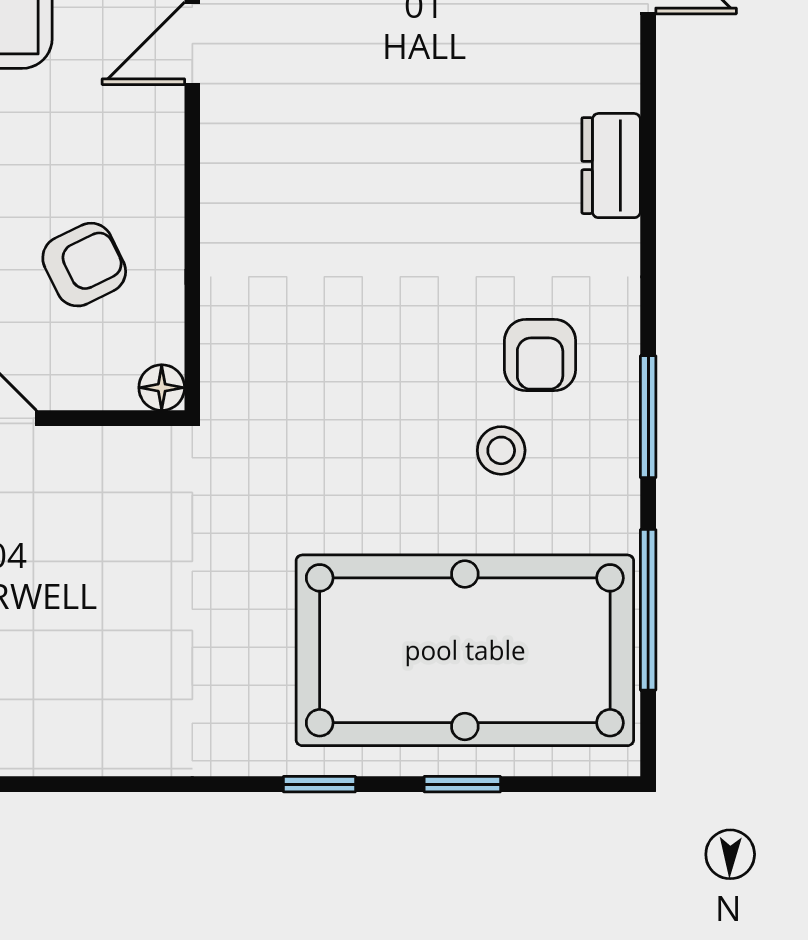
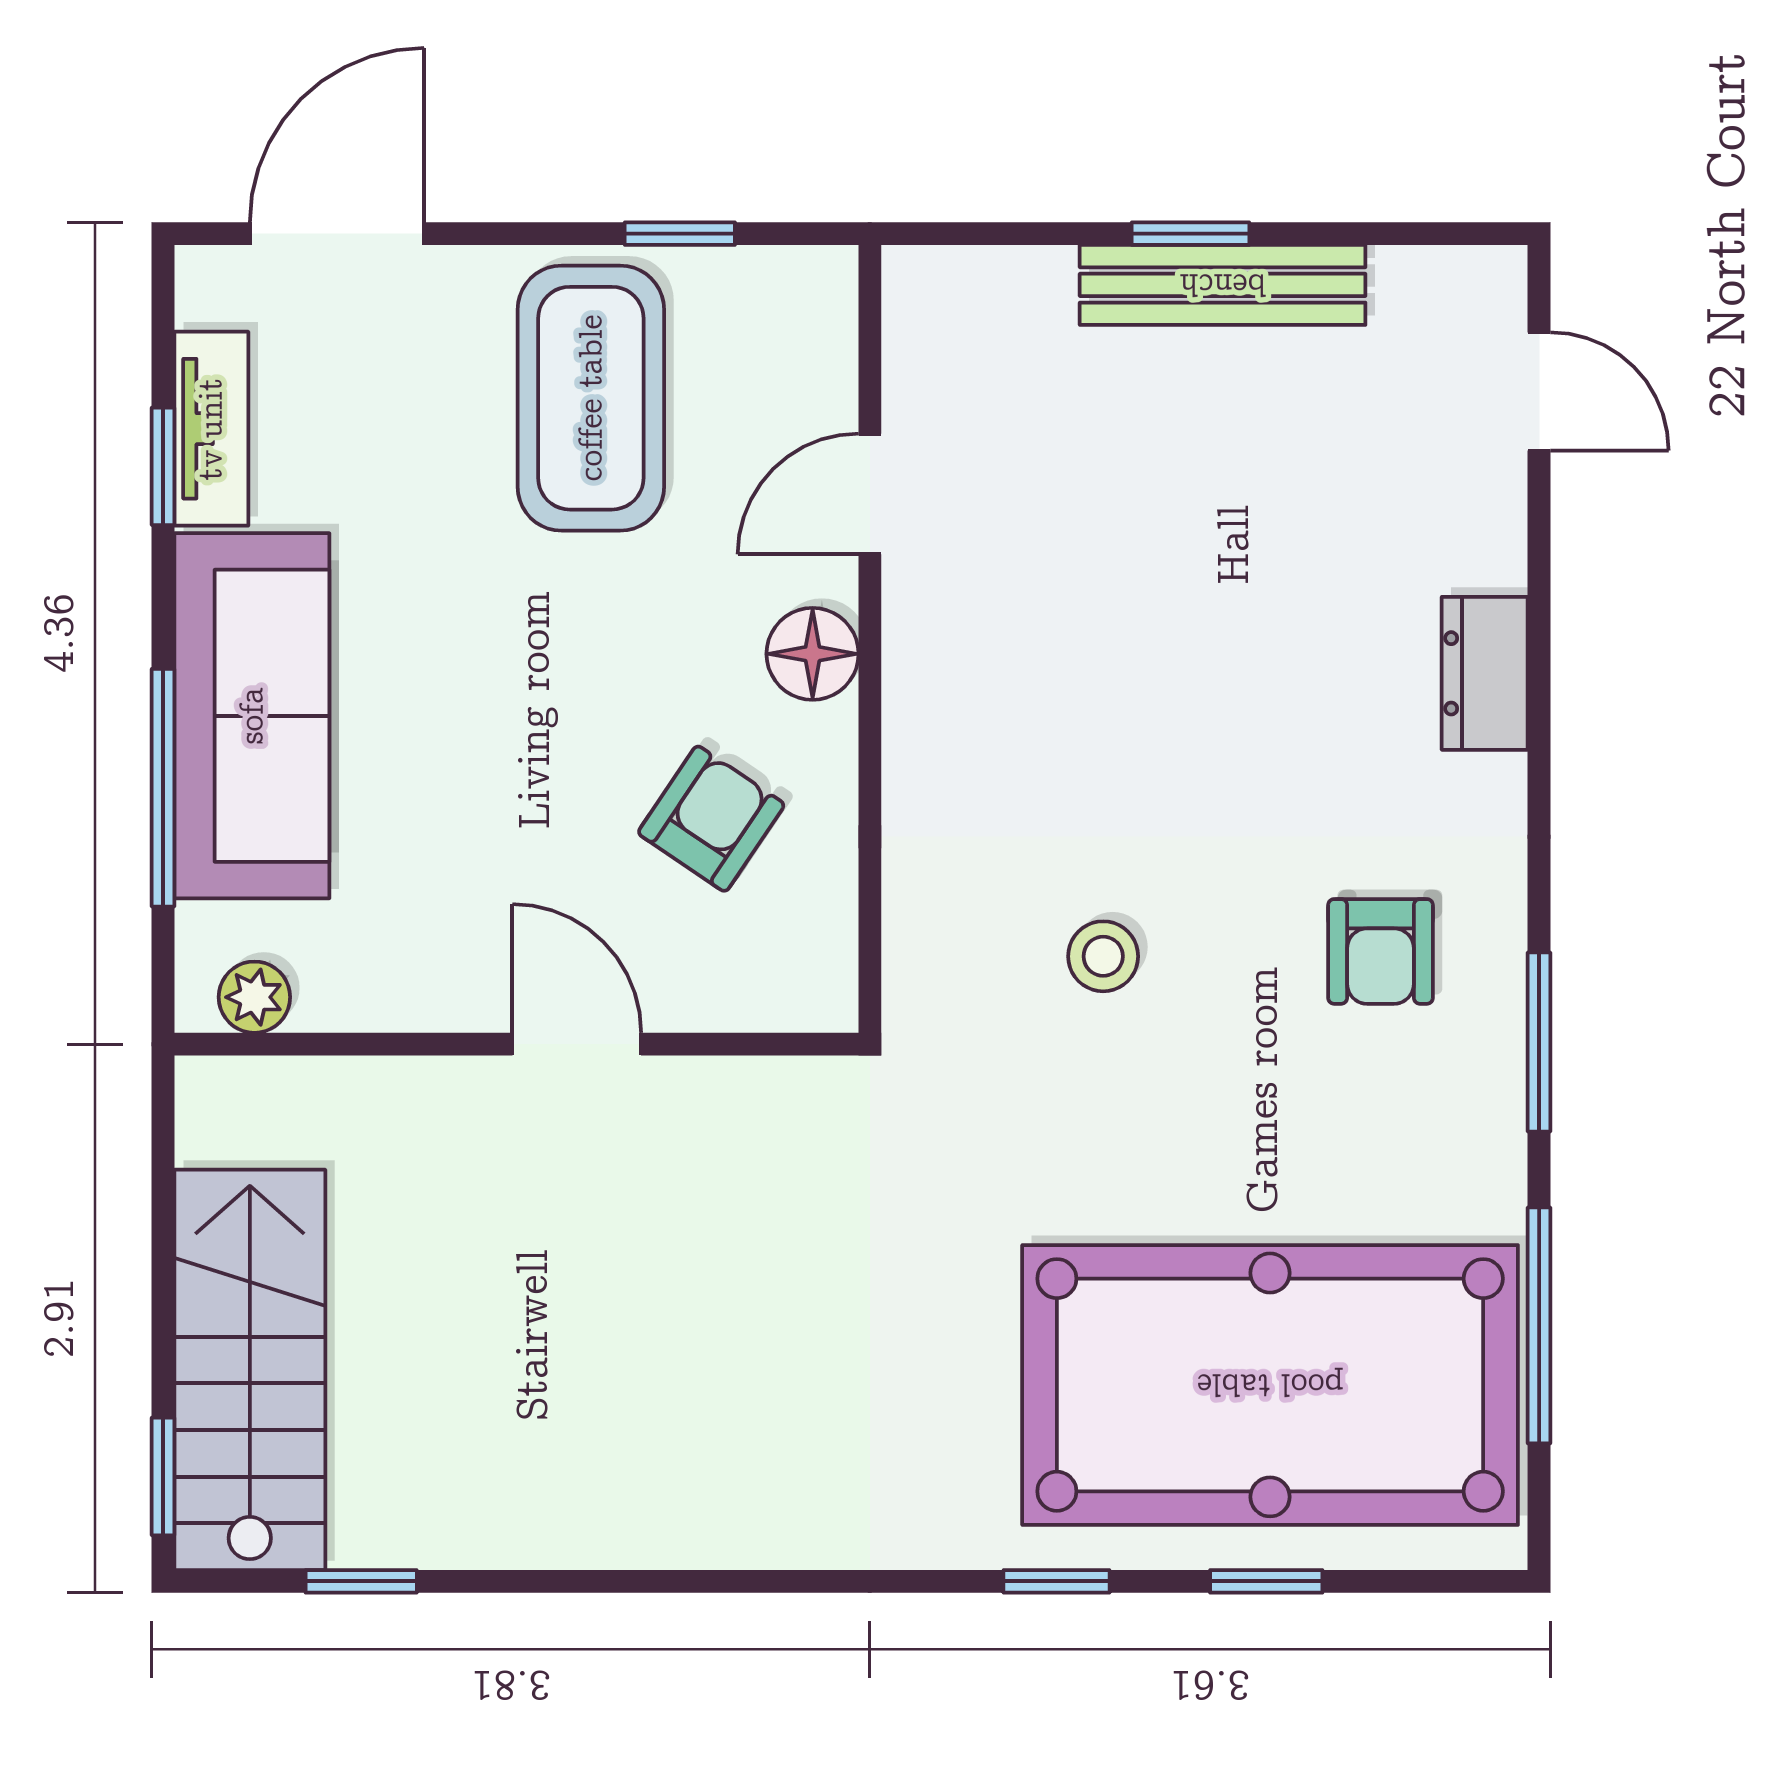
armchair: (84, 265) -> (711, 819), turned -30
floor lamp: (162, 388) -> (813, 654), moved, width x1.37, depth x1.37
stool: (501, 450) -> (1103, 956), moved

